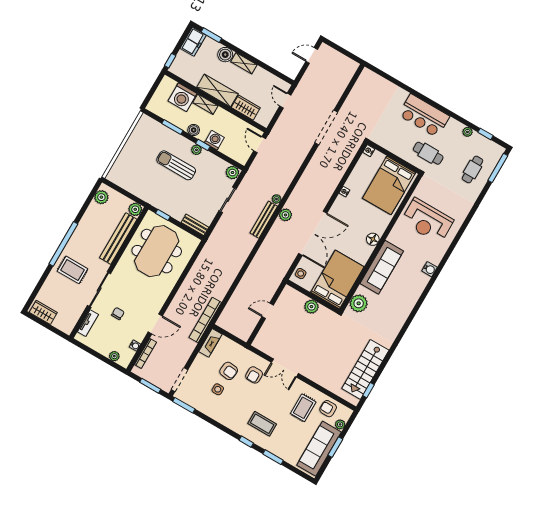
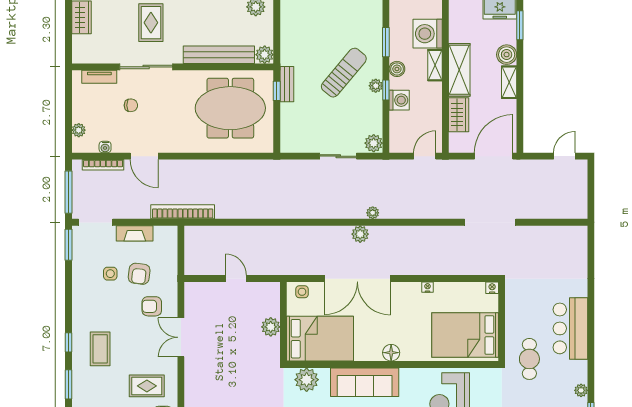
door: (312, 55) -> (564, 156), hinge flipped
door: (285, 101) -> (494, 156), width x1.87
sun lounger: (176, 165) -> (344, 73), turned 40
bench: (264, 220) -> (340, 212), removed
bench: (195, 225) -> (287, 84), moved
fireplace: (210, 343) -> (135, 233), moved
window: (150, 386) -> (69, 192), width x1.44

